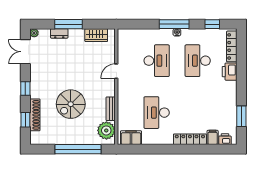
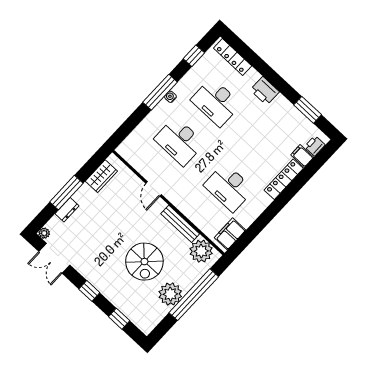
desk: (157, 61) -> (179, 141), turned 180
printer: (230, 72) -> (265, 91), moved
bench: (111, 109) -> (180, 224), width x1.36
shoe rack: (35, 115) -> (123, 305), removed
plant: (66, 136) -> (170, 294), added

